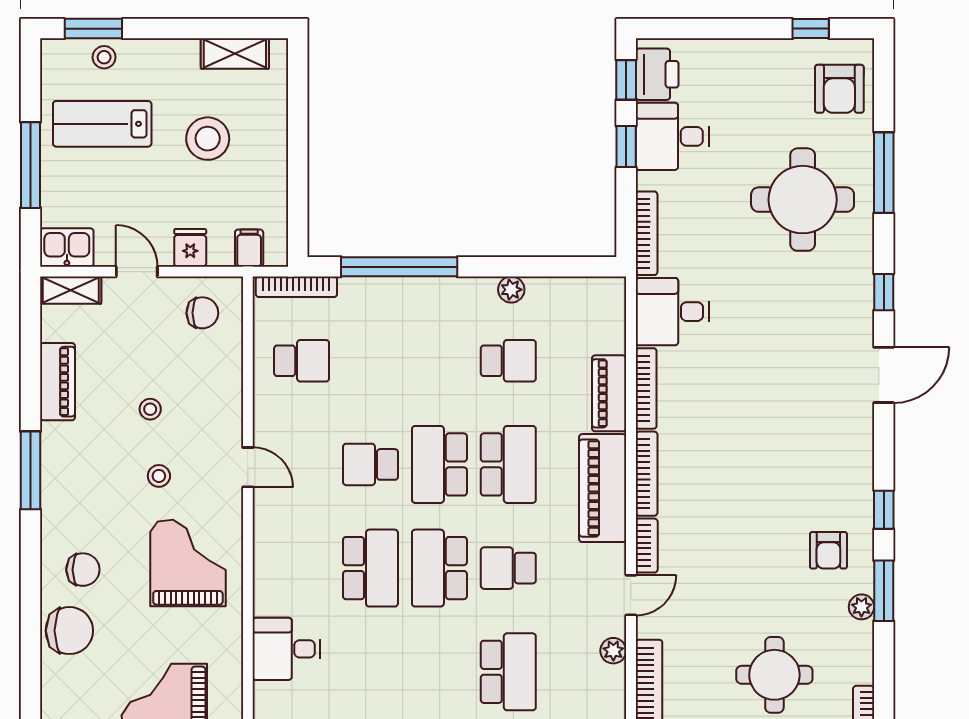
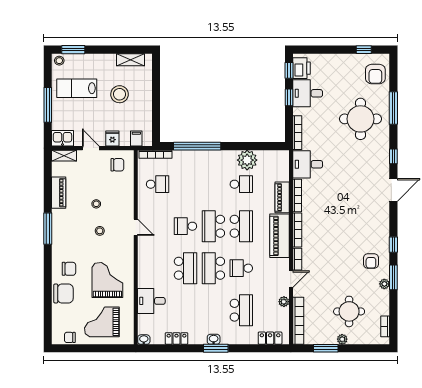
stool: (104, 57) -> (59, 61), moved
plant: (511, 290) -> (247, 160), width x1.88, depth x1.88
grand piano: (188, 563) -> (107, 280), moved

